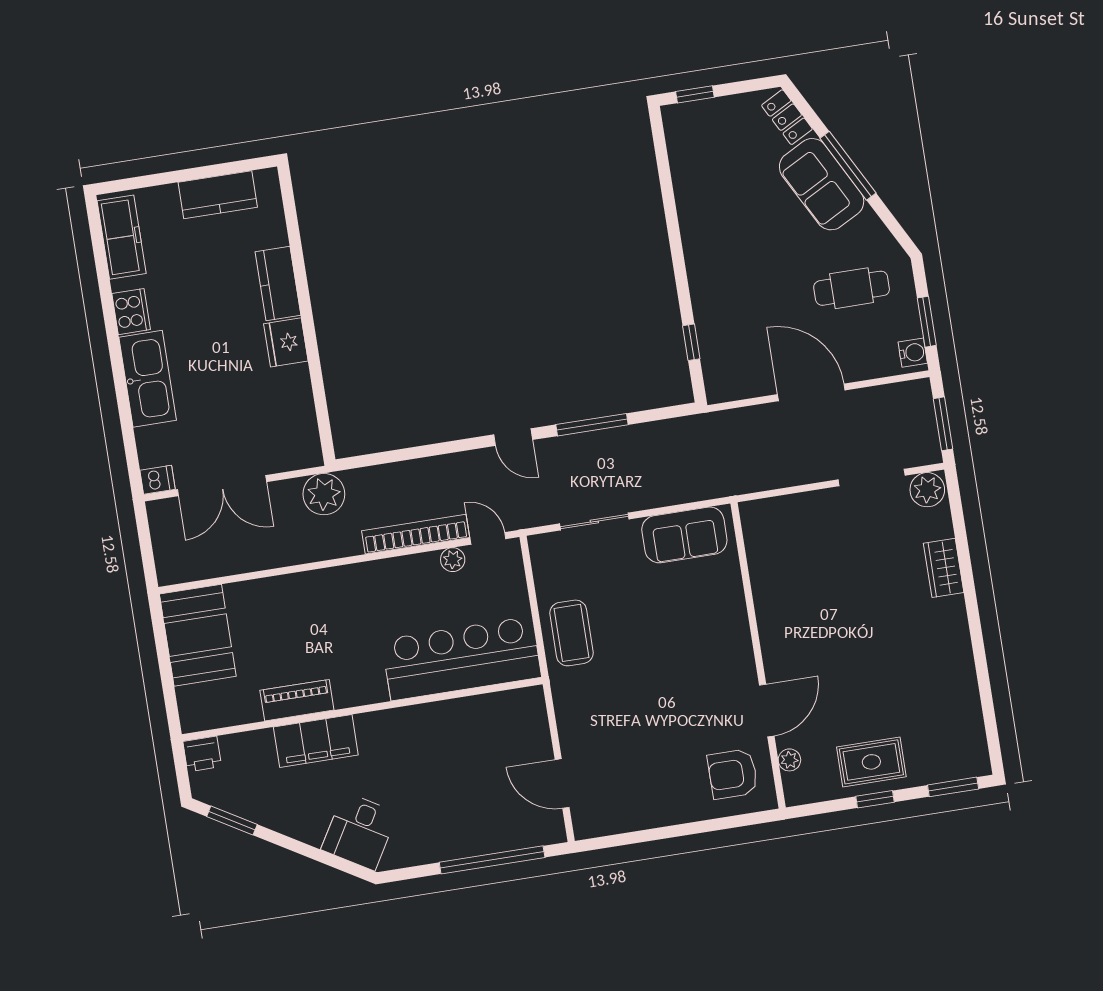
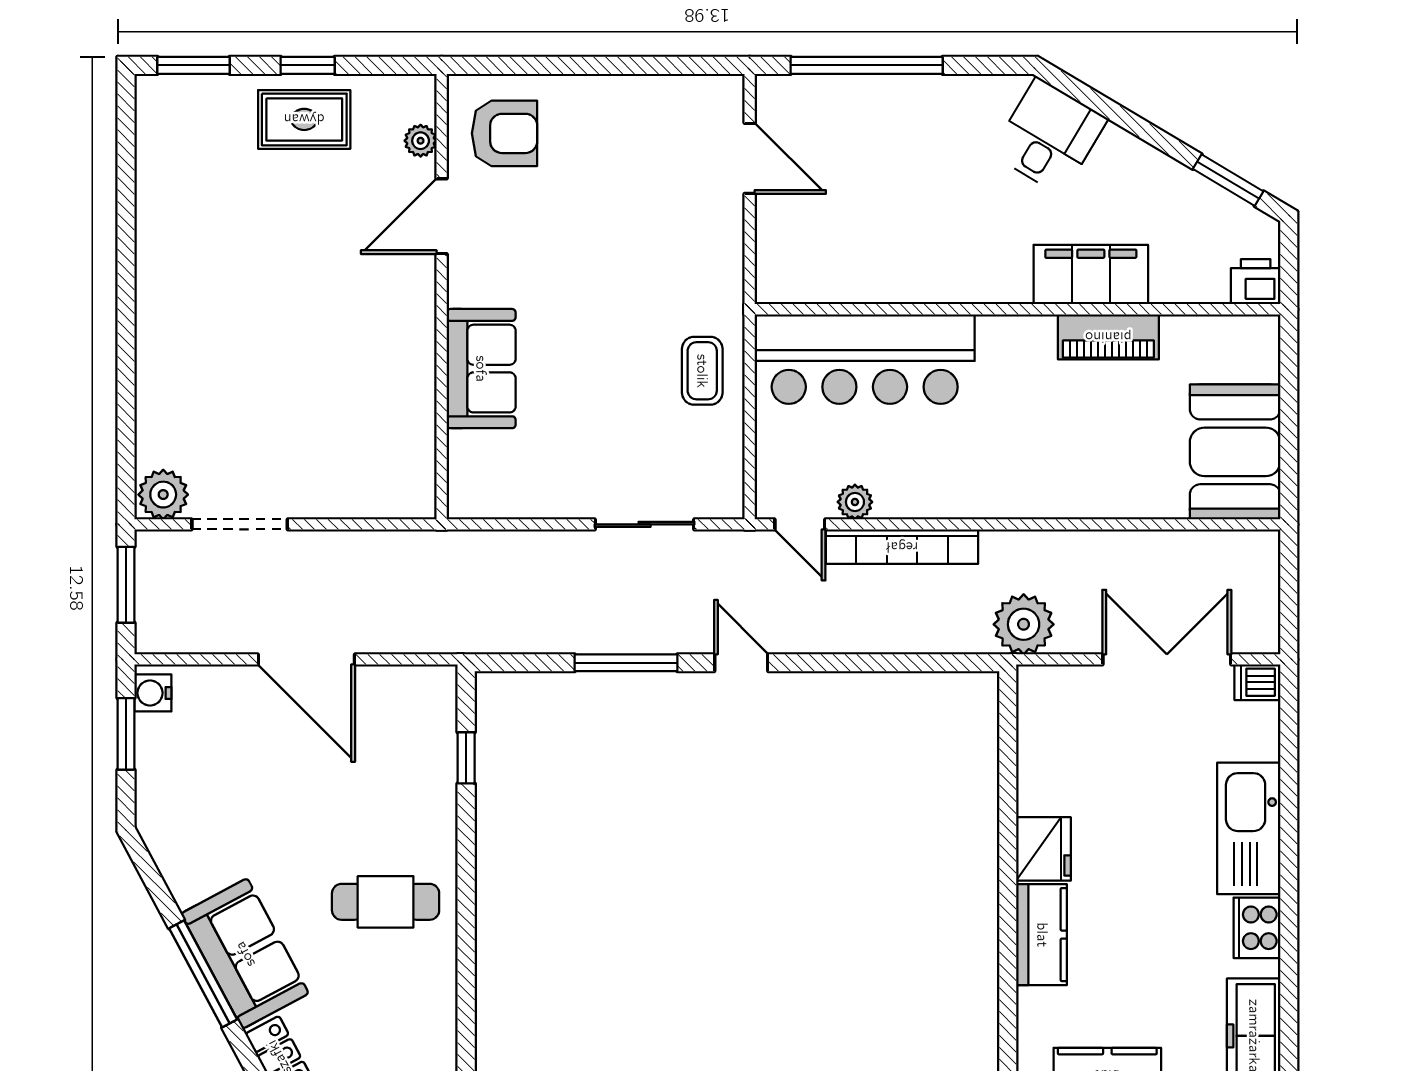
cafe table: (852, 288) -> (386, 902), moved
sofa: (684, 535) -> (481, 369), moved, turned 90
wardrobe: (944, 568) -> (158, 379), removed
coffee table: (572, 633) -> (702, 371), width x0.73, depth x0.77

